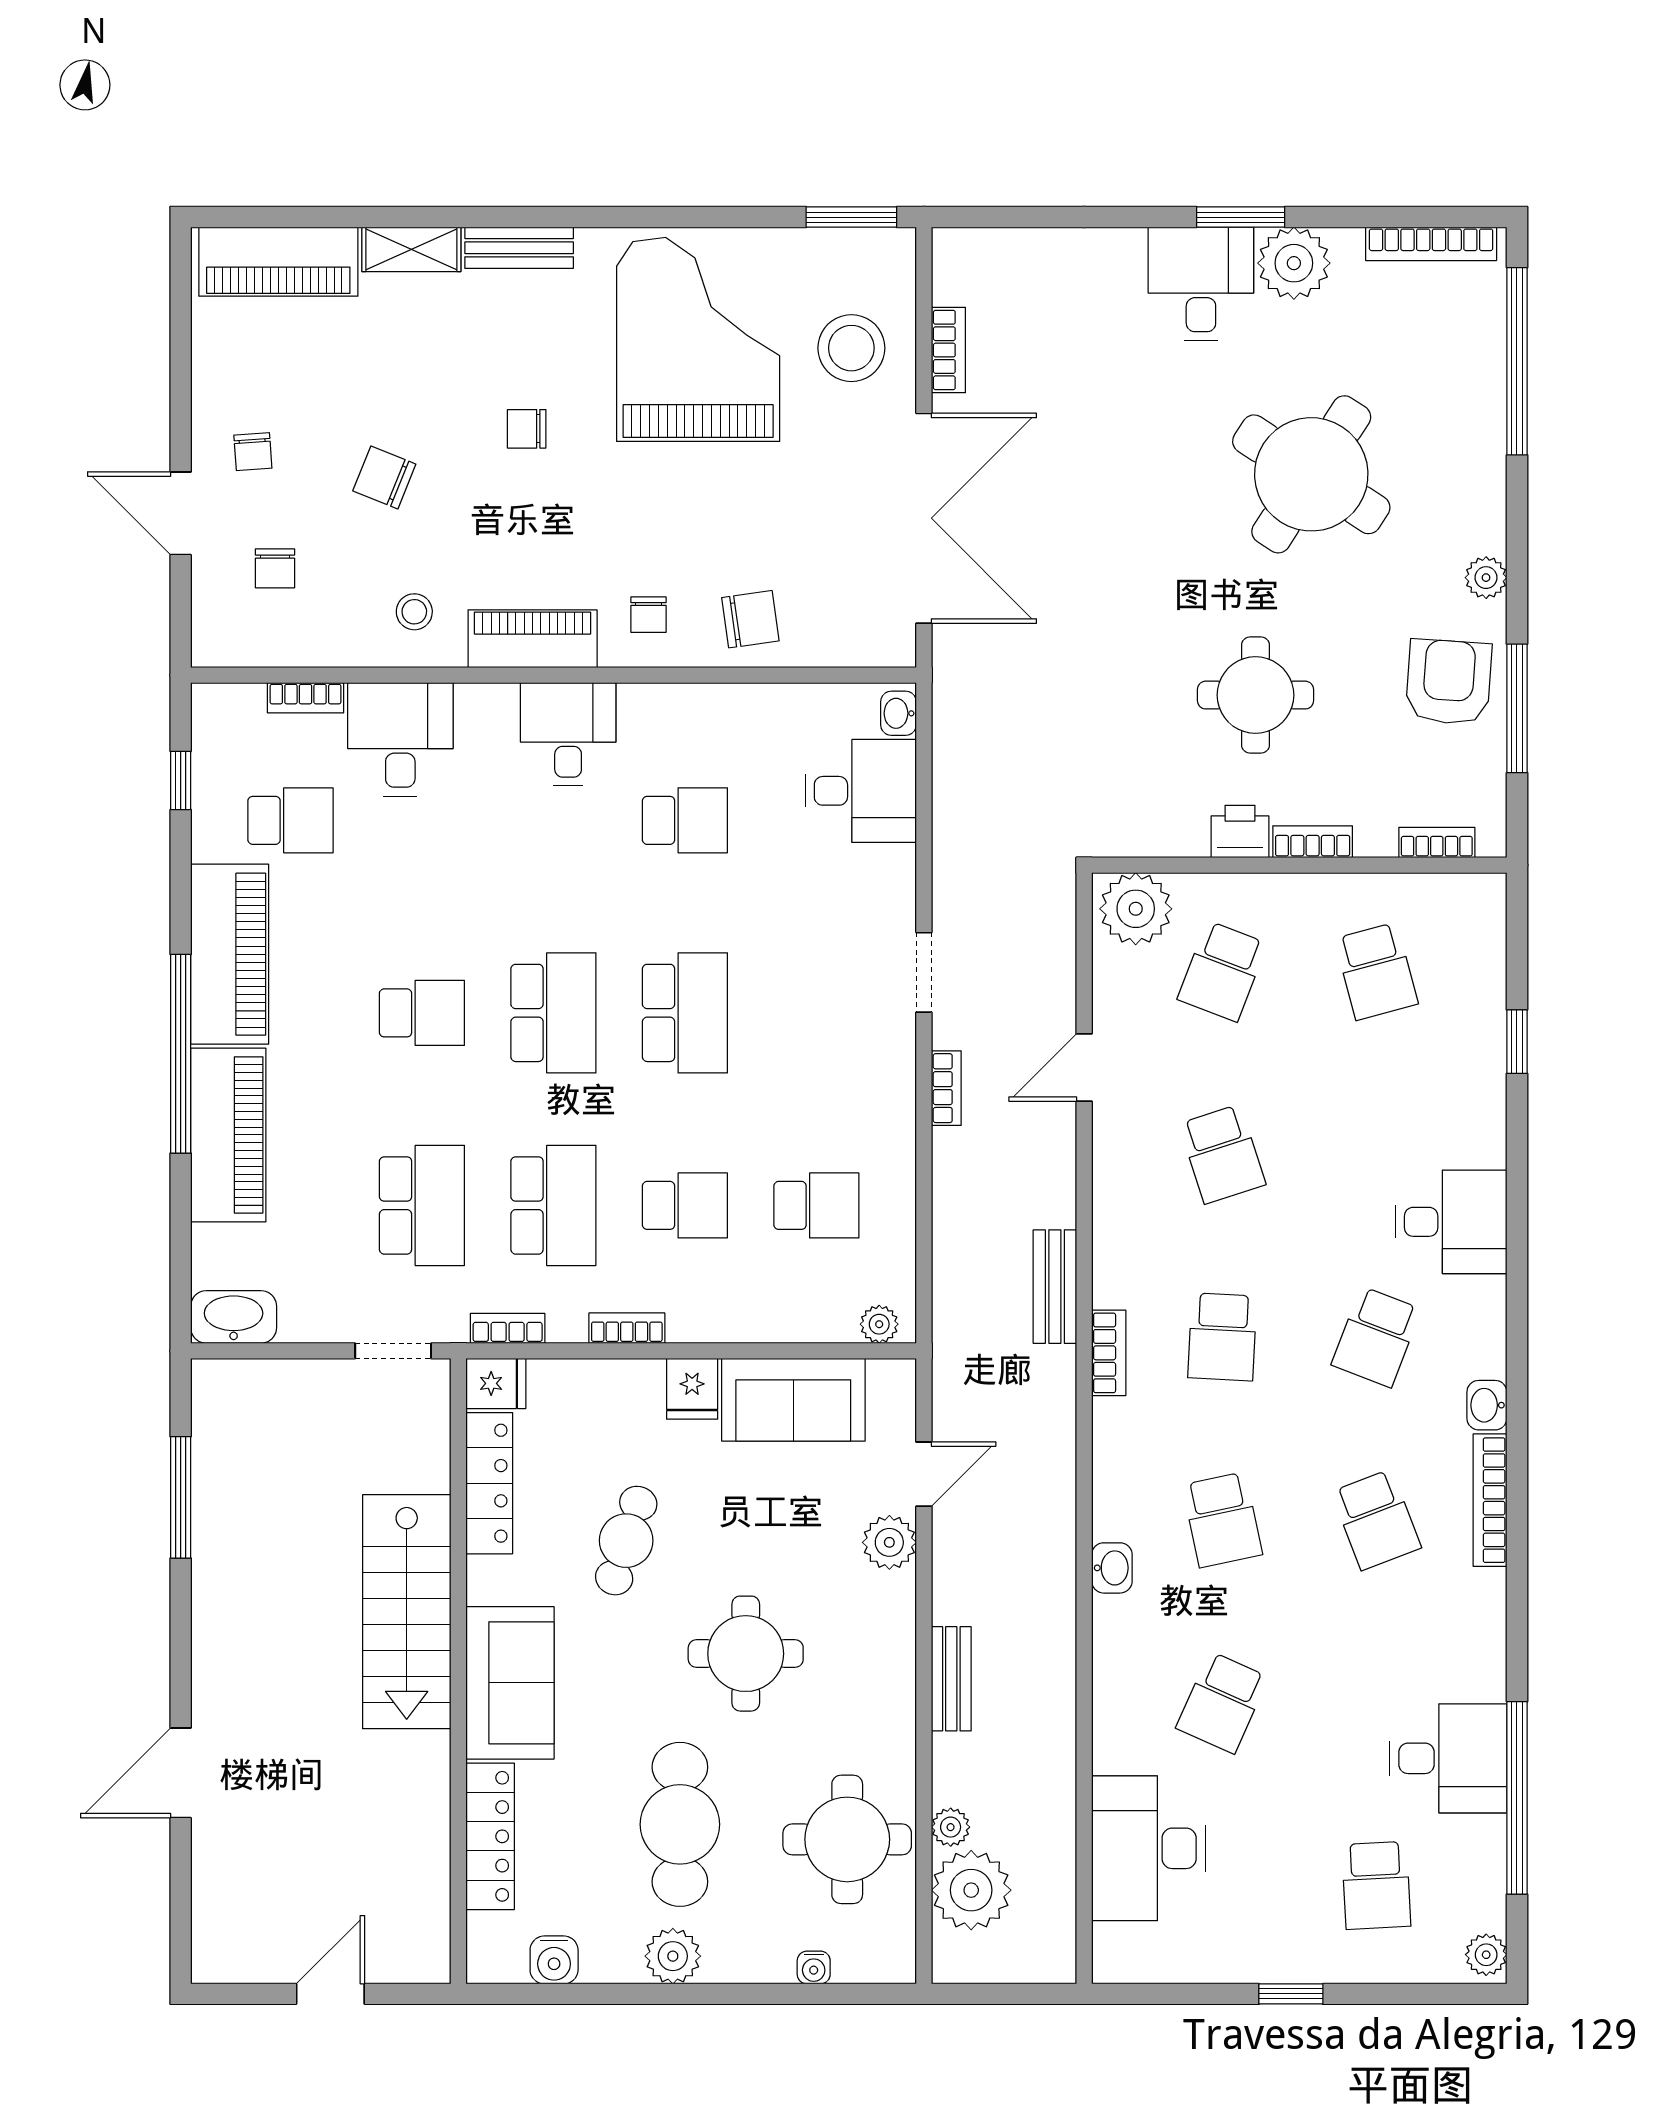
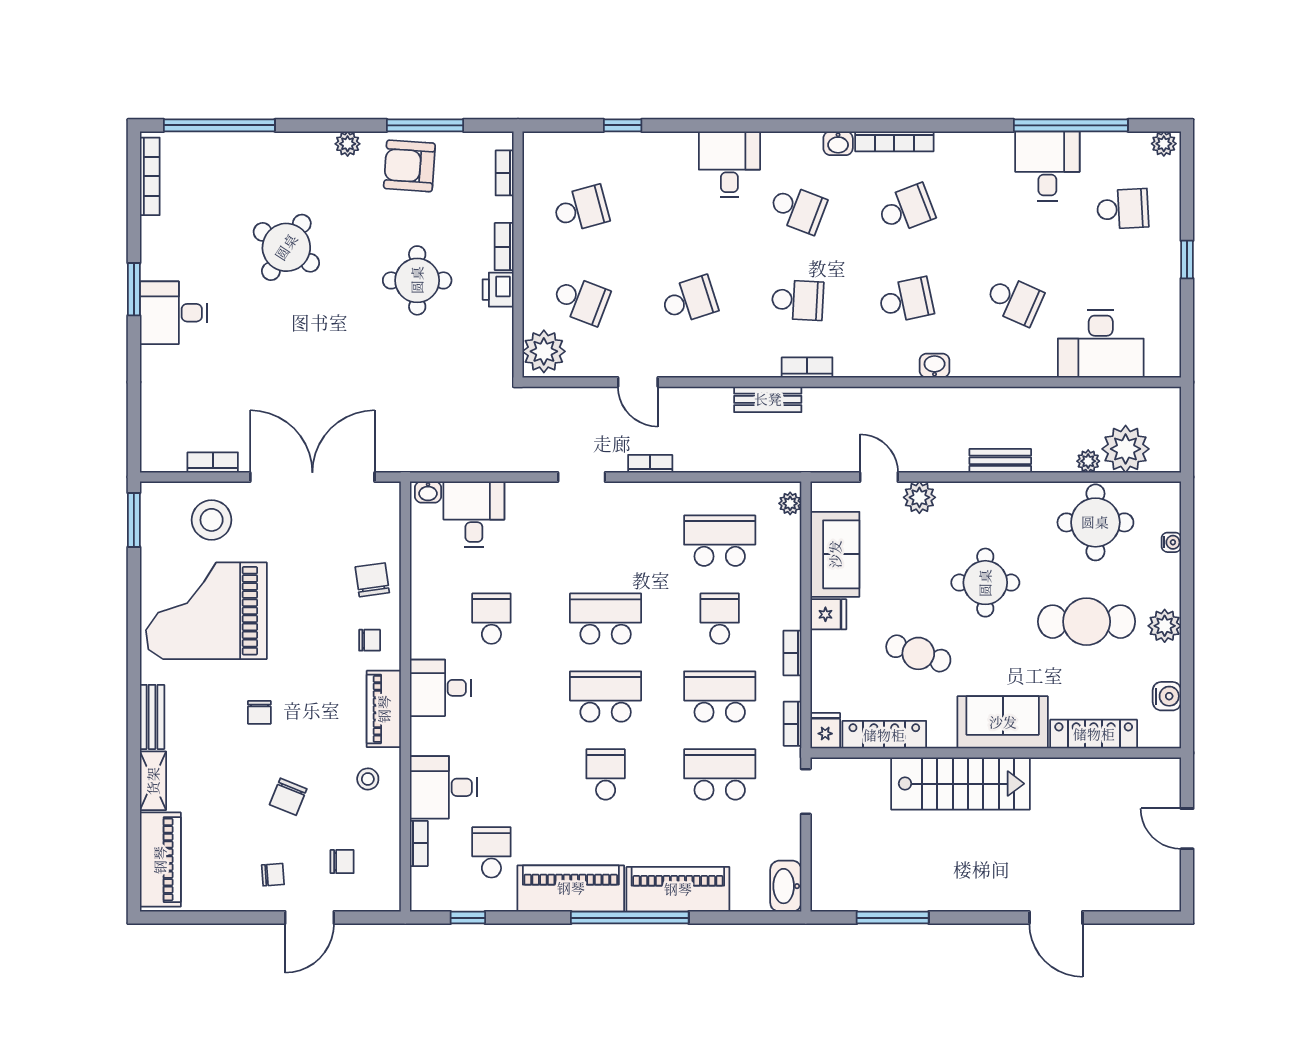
plant: (1294, 263) -> (161, 258), removed
round table: (1311, 474) -> (286, 247), width x0.73, depth x0.73
school desk: (816, 1205) -> (720, 541), width x1.85

